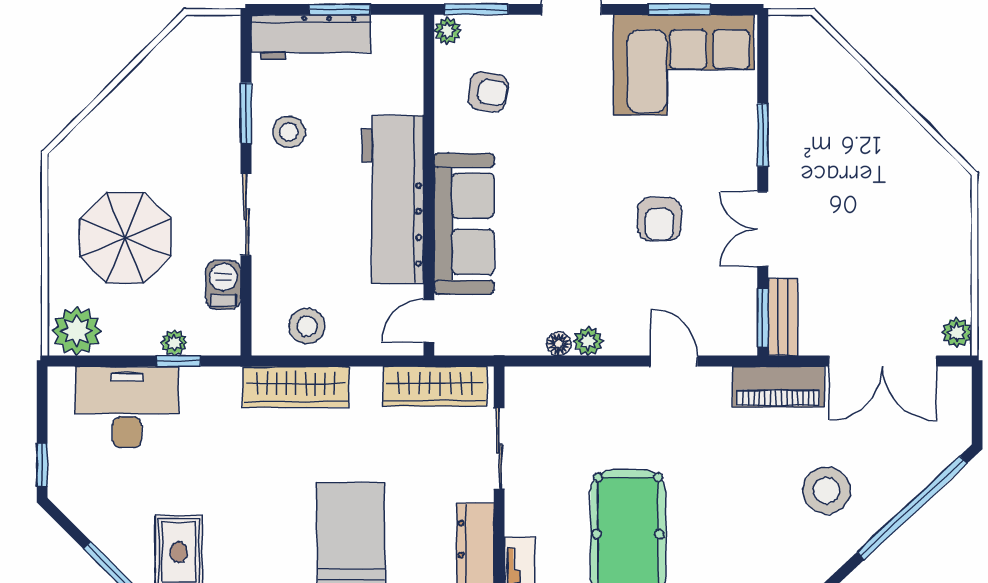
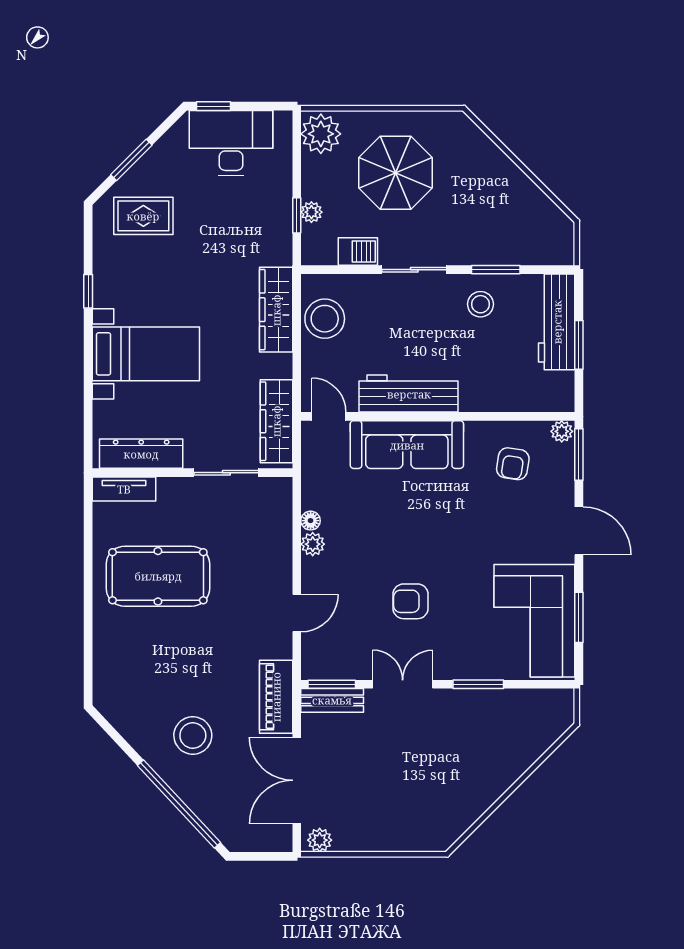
workbench: (393, 199) -> (409, 394), width x0.73, depth x0.76
stool: (307, 326) -> (325, 319), width x1.38, depth x1.38
desk: (127, 407) -> (231, 143), moved, turned -90

